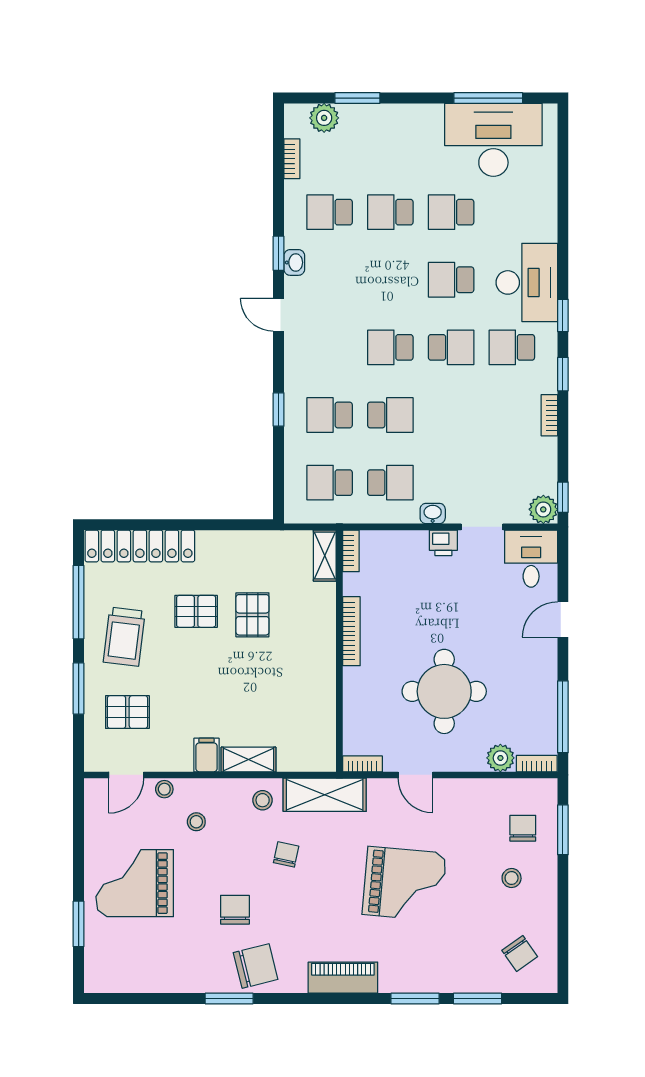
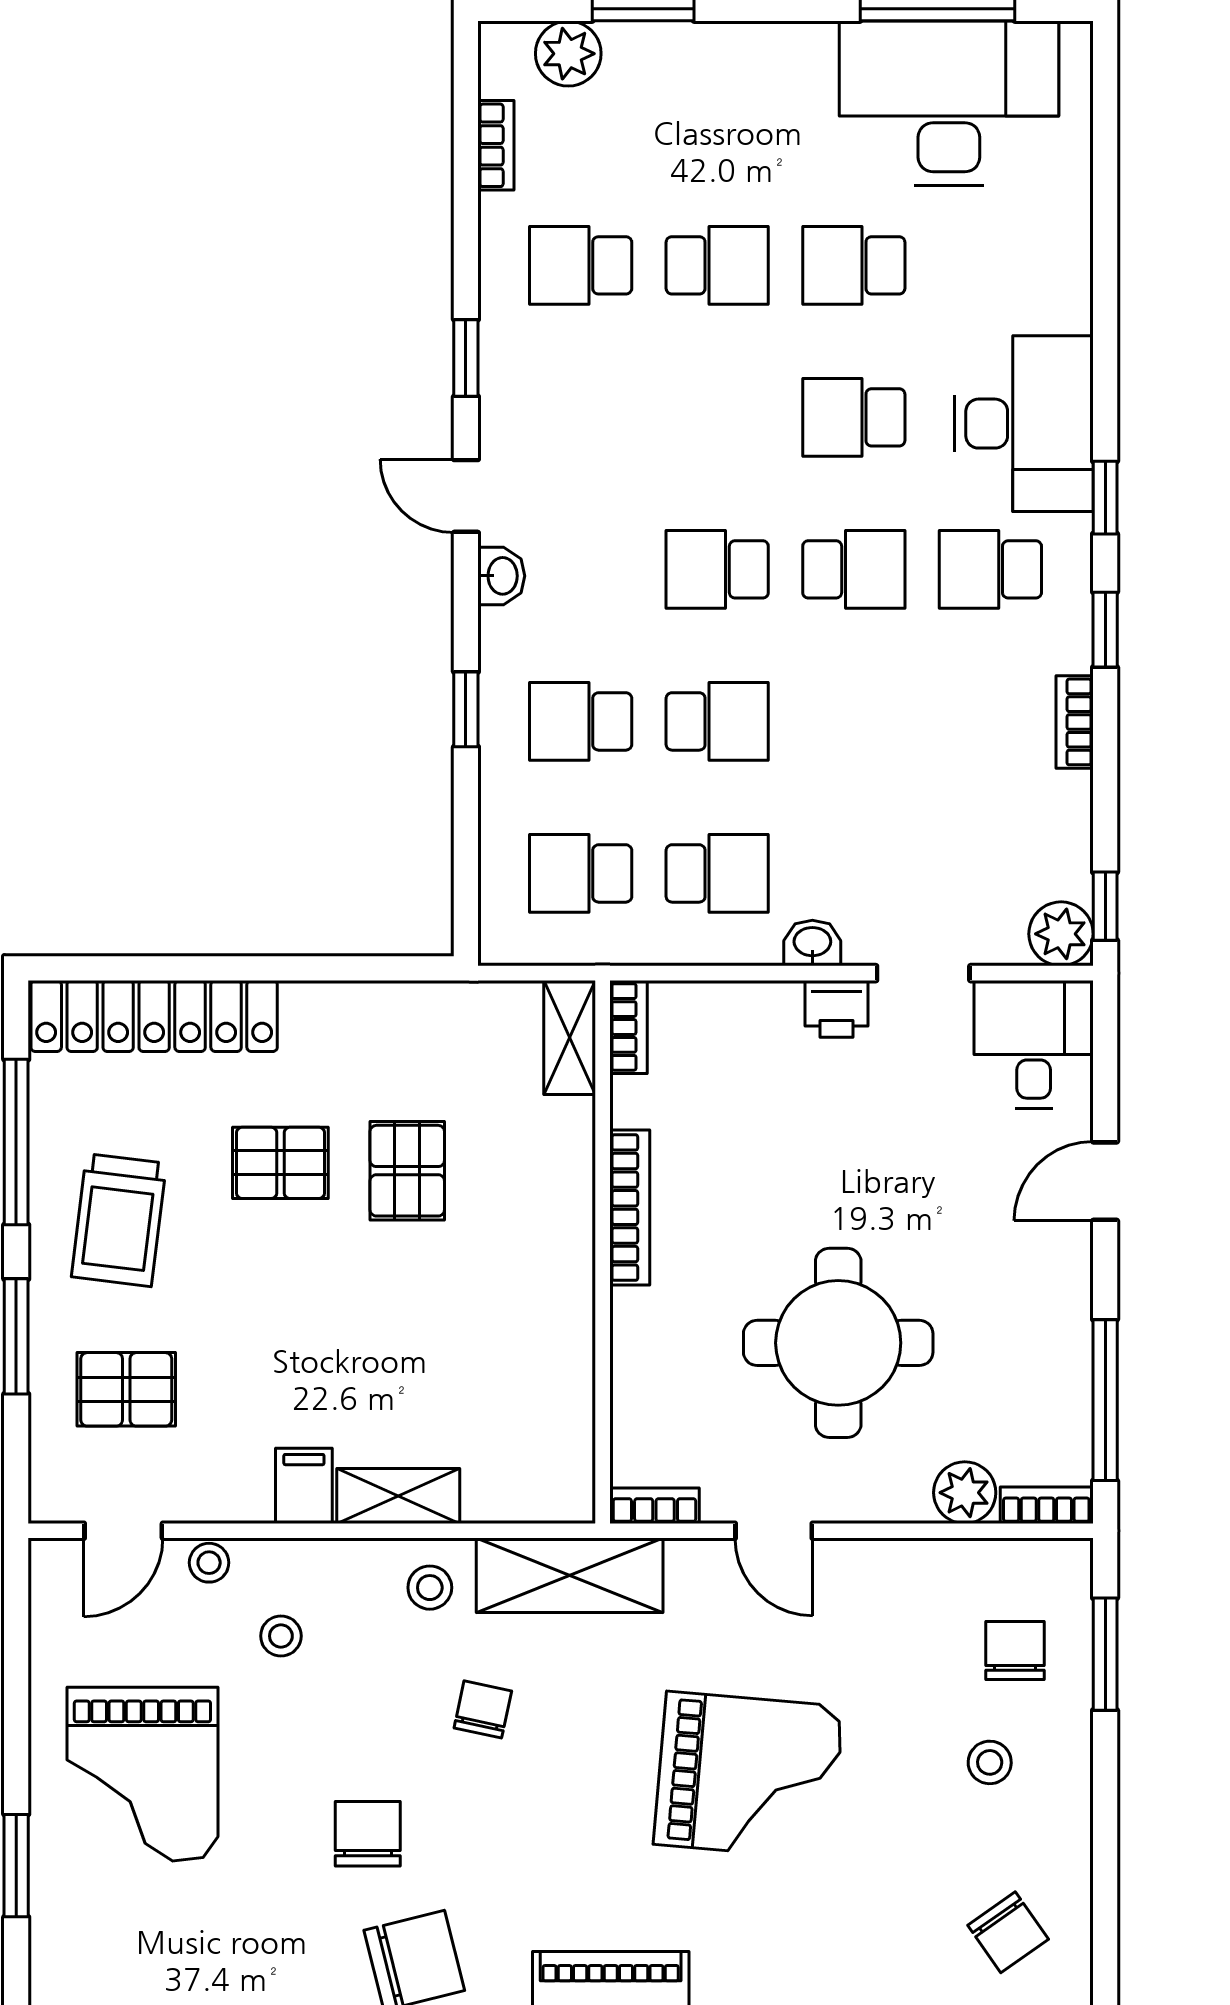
school desk: (390, 212) -> (717, 265), turned 180
washbasin: (294, 262) -> (501, 576), moved
grand piano: (135, 883) -> (142, 1774), turned -90

